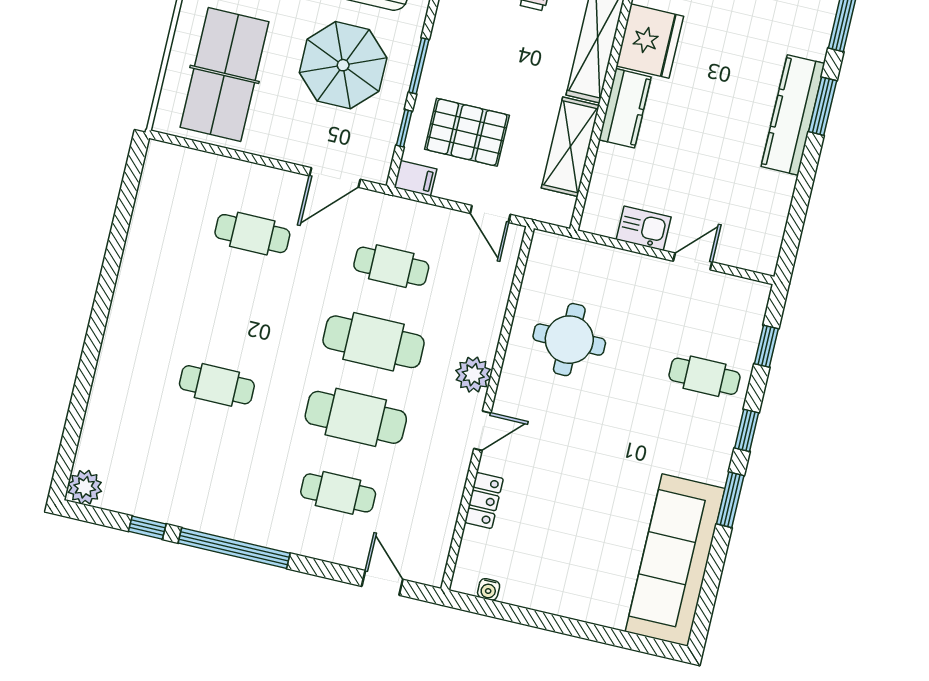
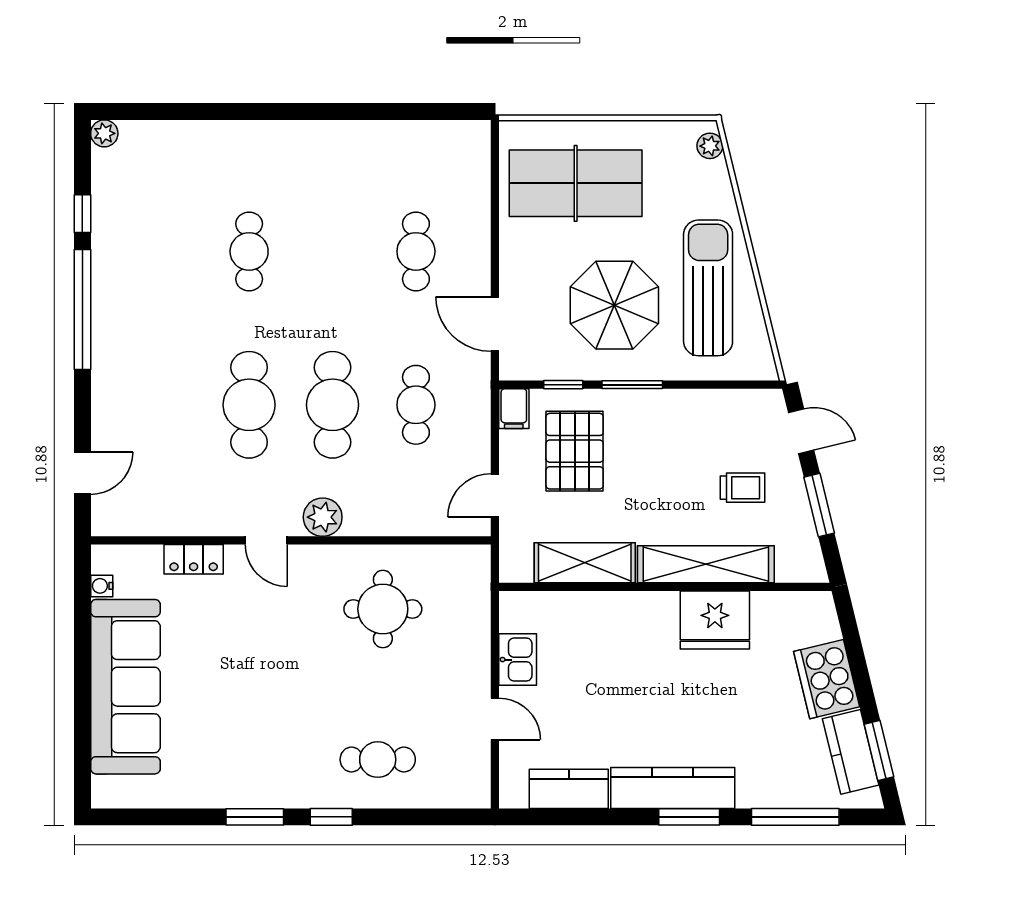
kitchen counter: (625, 108) -> (569, 789), moved, turned 180
window: (766, 346) -> (424, 817), removed
cafe table: (705, 376) -> (378, 760), turned 90
plant: (85, 487) -> (104, 133), width x0.73, depth x0.73
cafe table: (338, 493) -> (166, 405), removed
sofa: (675, 560) -> (125, 687), moved, turned 90

